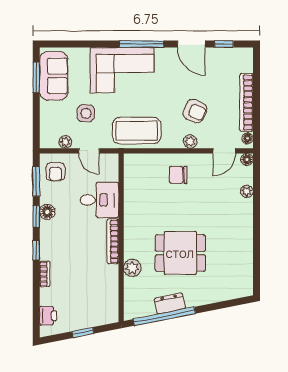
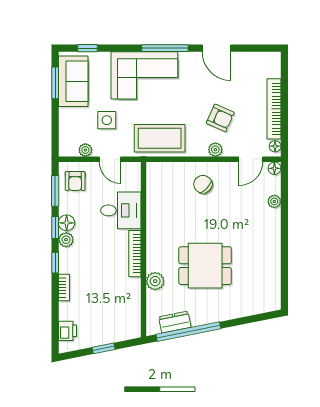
window: (224, 44) -> (88, 48), moved
chair: (178, 175) -> (203, 184), turned 45
plant: (47, 228) -> (66, 240), added
dresser: (170, 304) -> (175, 322), moved

